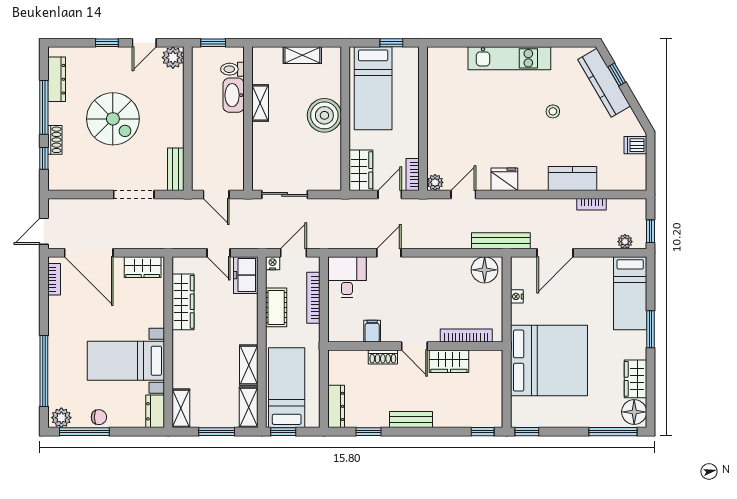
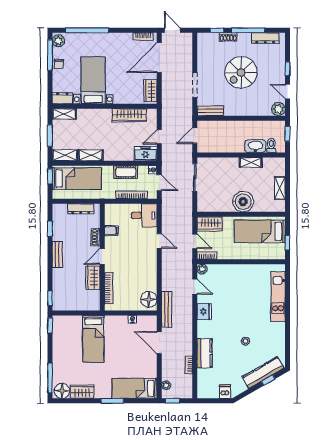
kitchen unit: (509, 58) -> (278, 297), moved
bed: (549, 361) -> (93, 339), width x0.49
dresser: (336, 406) -> (81, 209), moved

